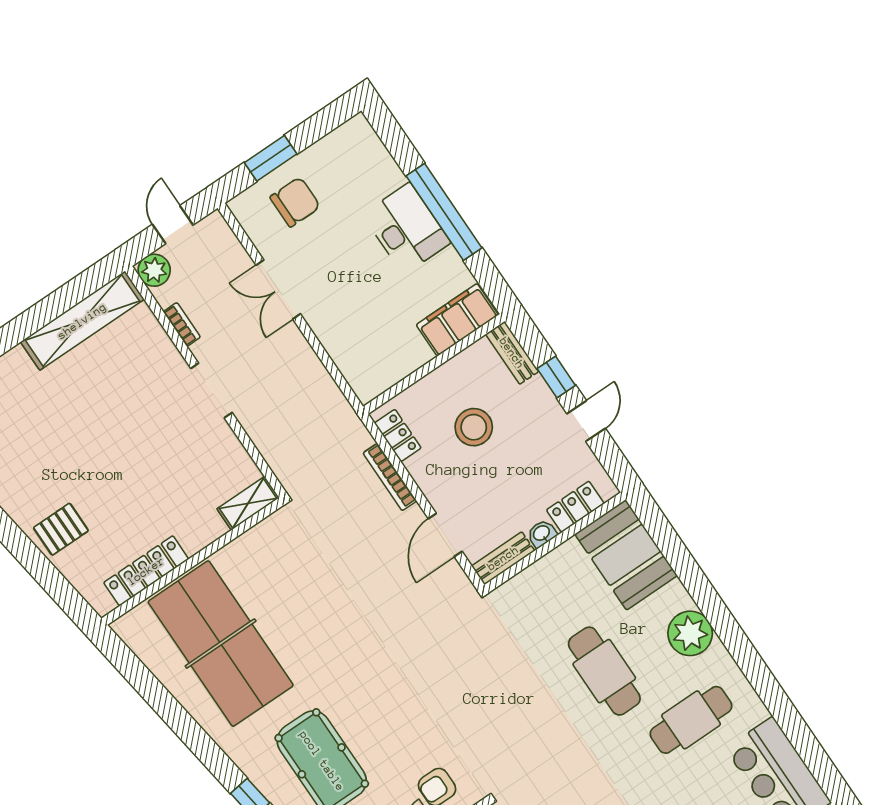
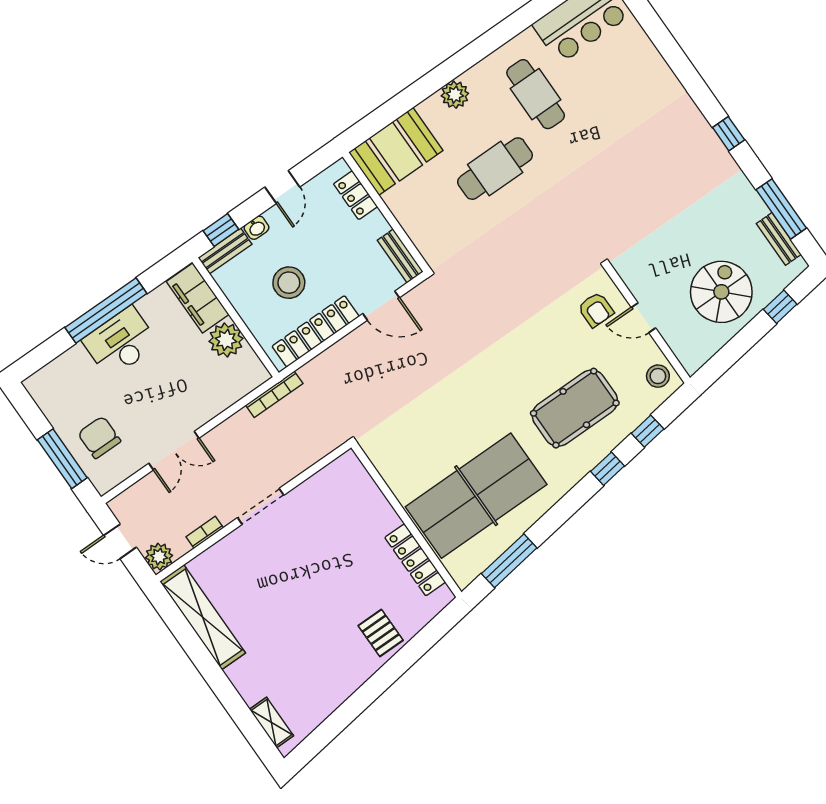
window: (271, 158) -> (62, 459), width x1.44
plant: (407, 352) -> (226, 340), added
window: (556, 377) -> (221, 230), moved
door: (586, 421) -> (282, 187), swing flipped
locker: (398, 435) -> (316, 331), width x2.16, depth x1.21
bookcase: (390, 477) -> (274, 394), moved
shelving: (248, 503) -> (356, 474), removed
washbasin: (542, 534) -> (256, 228), moved, turned -90
plant: (690, 633) -> (455, 95), width x0.73, depth x0.73
window: (143, 681) -> (509, 561), added

